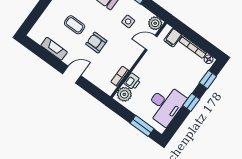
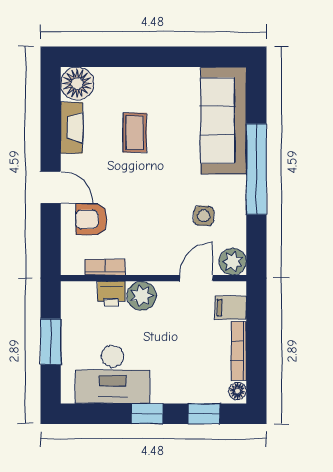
floor lamp: (38, 34) -> (77, 83), added
armchair: (96, 42) -> (91, 219), moved, turned -90
door: (151, 43) -> (196, 278), hinge flipped
plant: (124, 94) -> (142, 296), moved
window: (142, 126) -> (51, 342), moved

